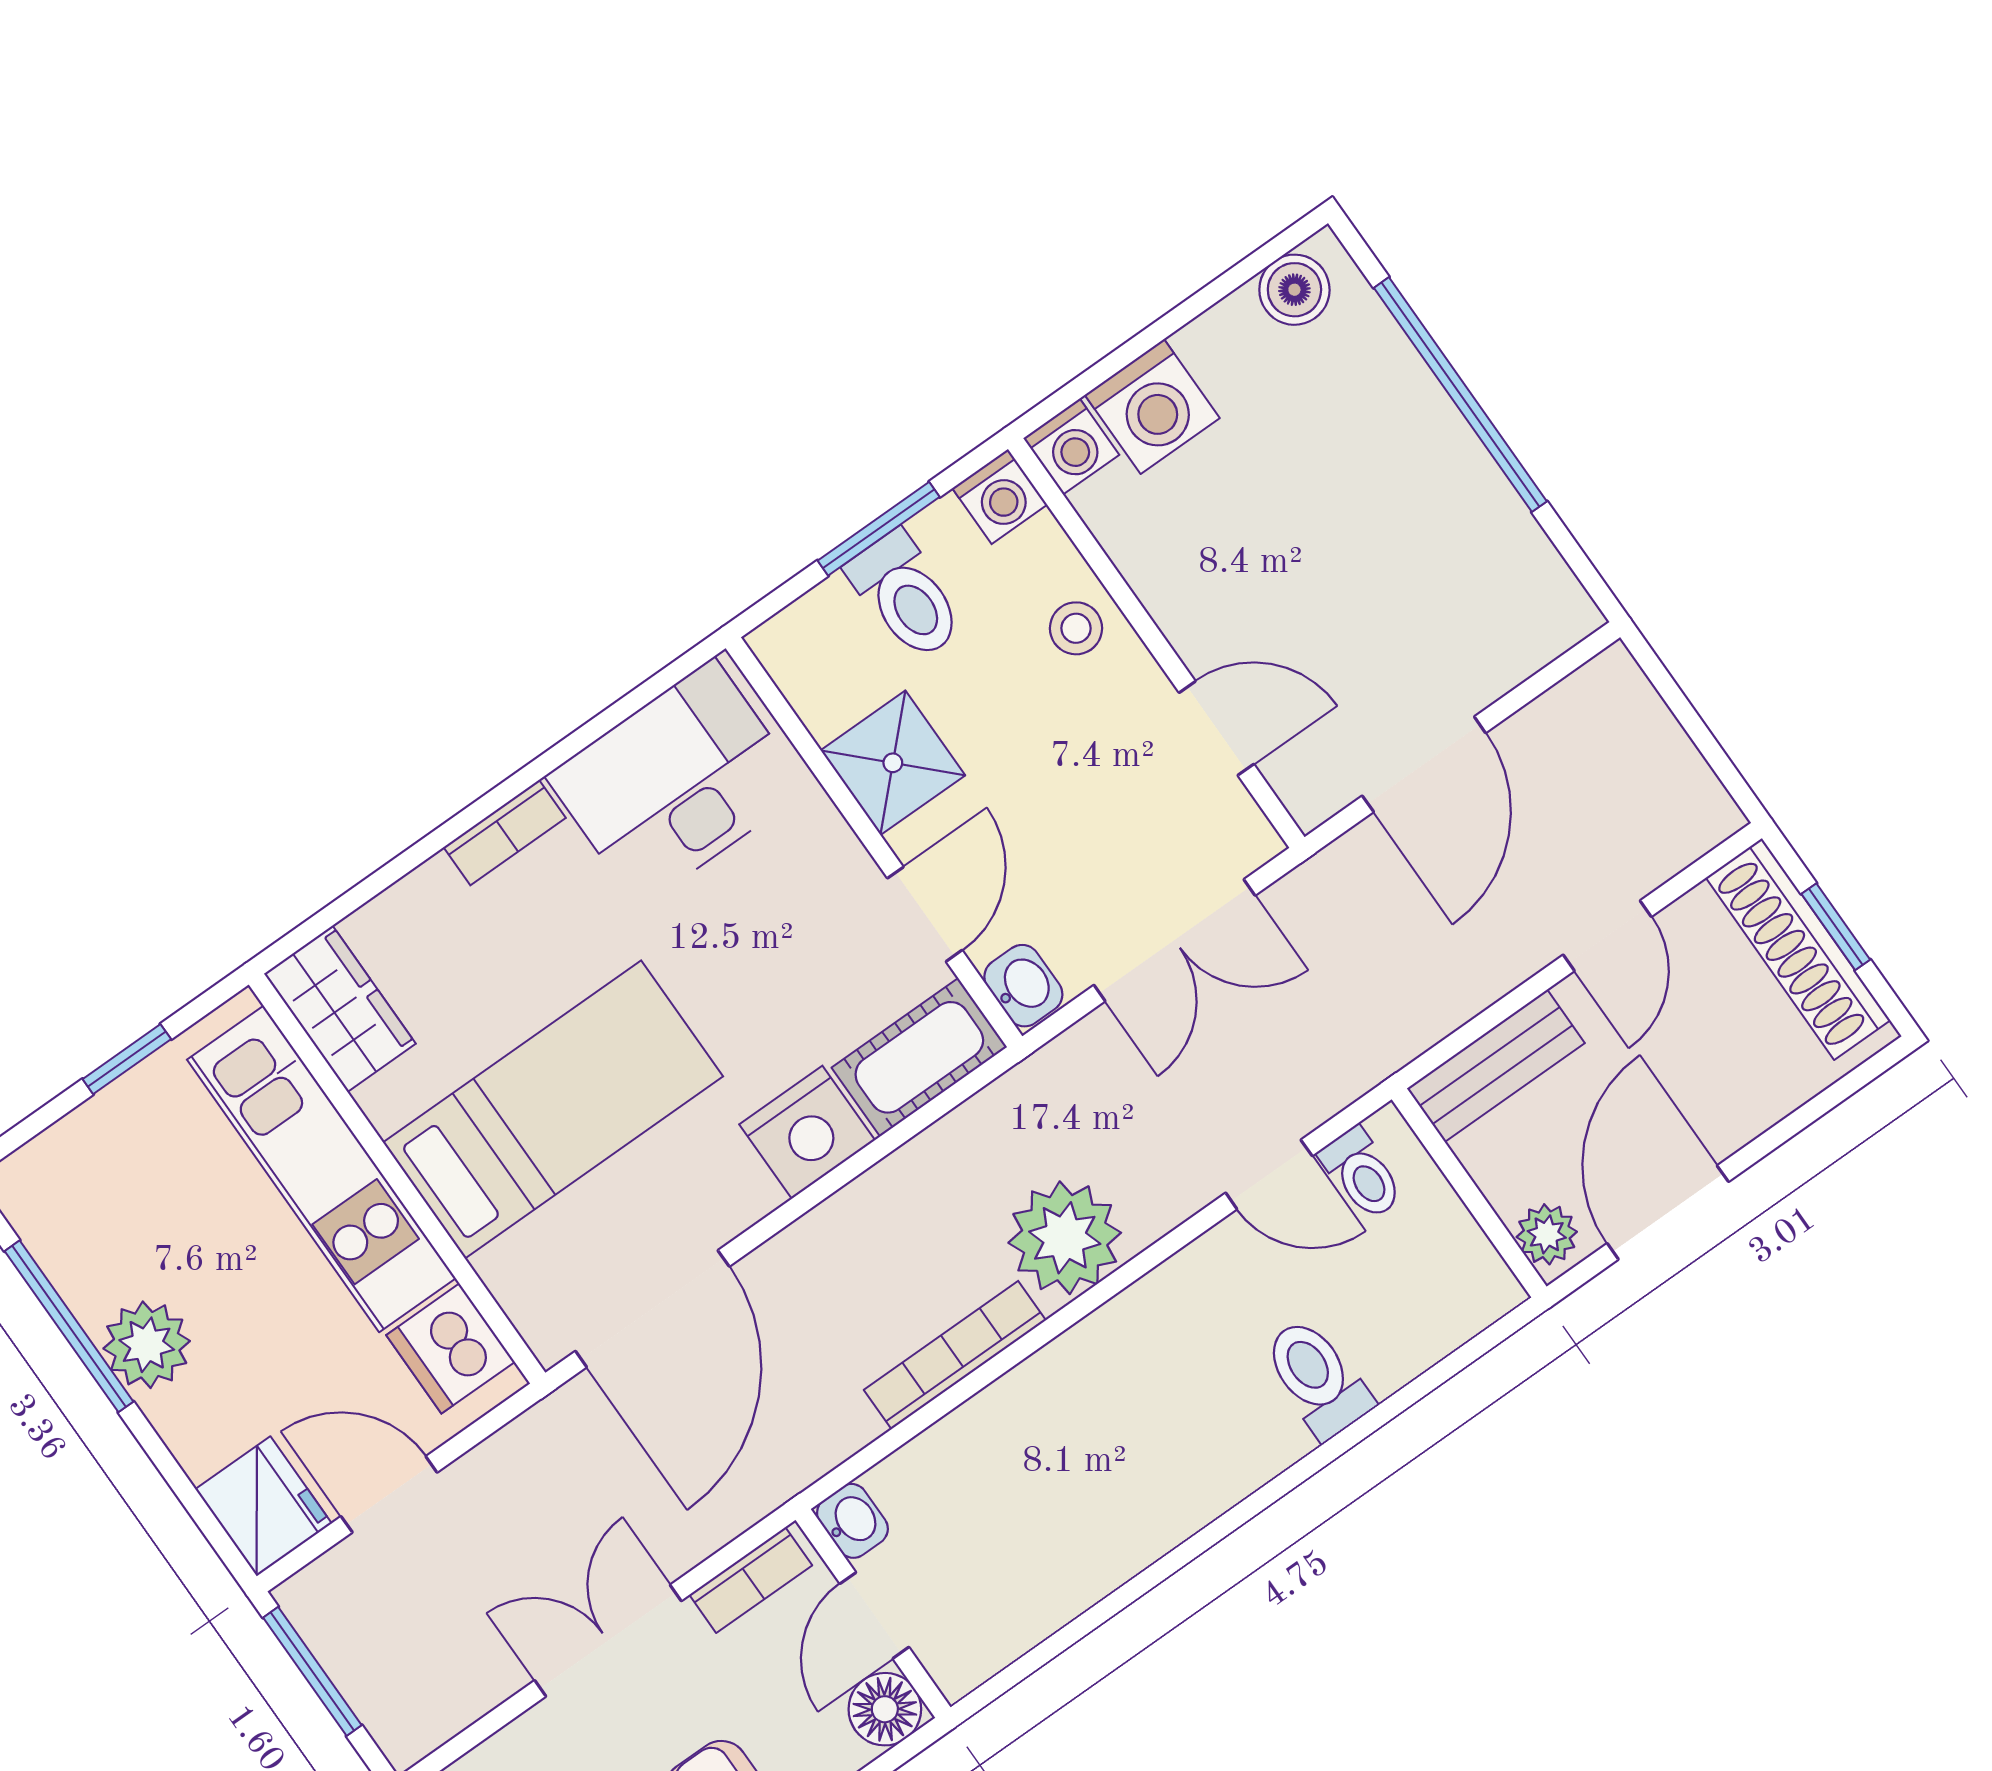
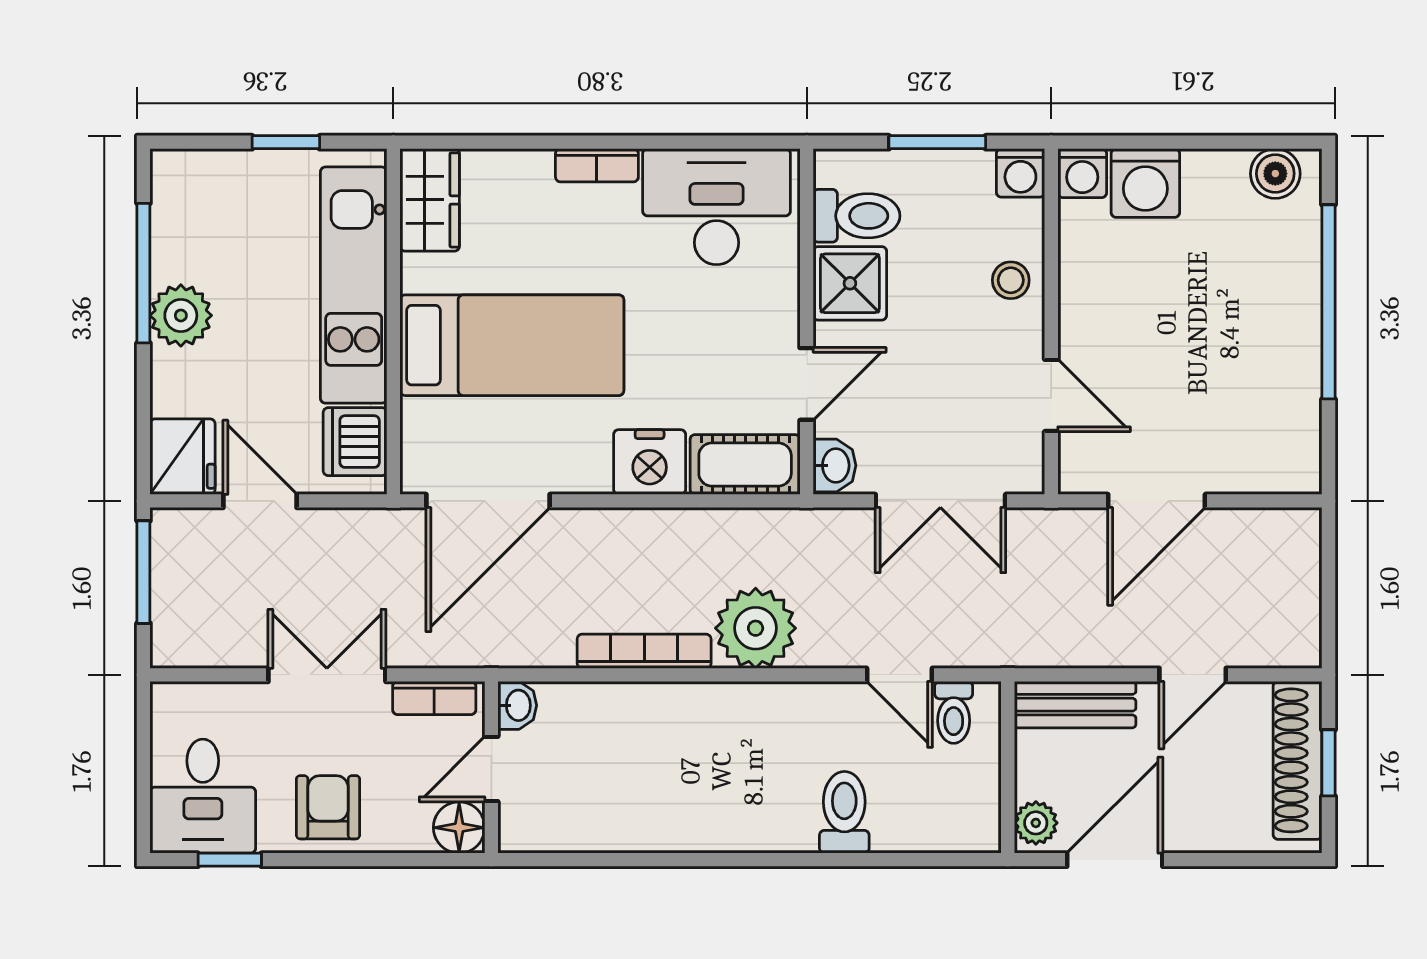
toilet: (906, 596) -> (857, 216), moved, turned -90

